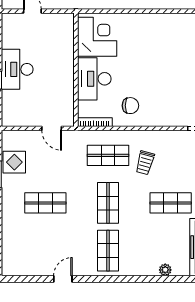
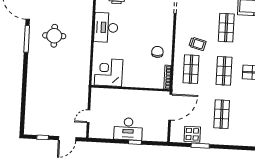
desk: (94, 79) -> (106, 28), moved, turned 90
door: (52, 128) -> (170, 107), width x1.87
shop shelf: (108, 203) -> (224, 71), turned 90

